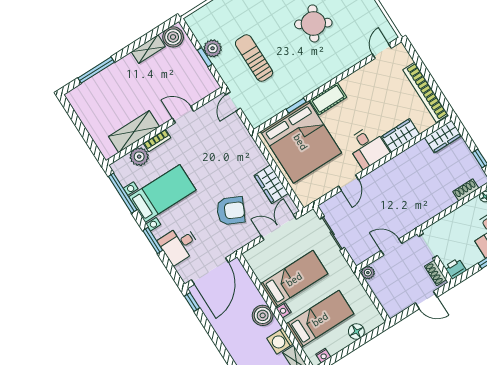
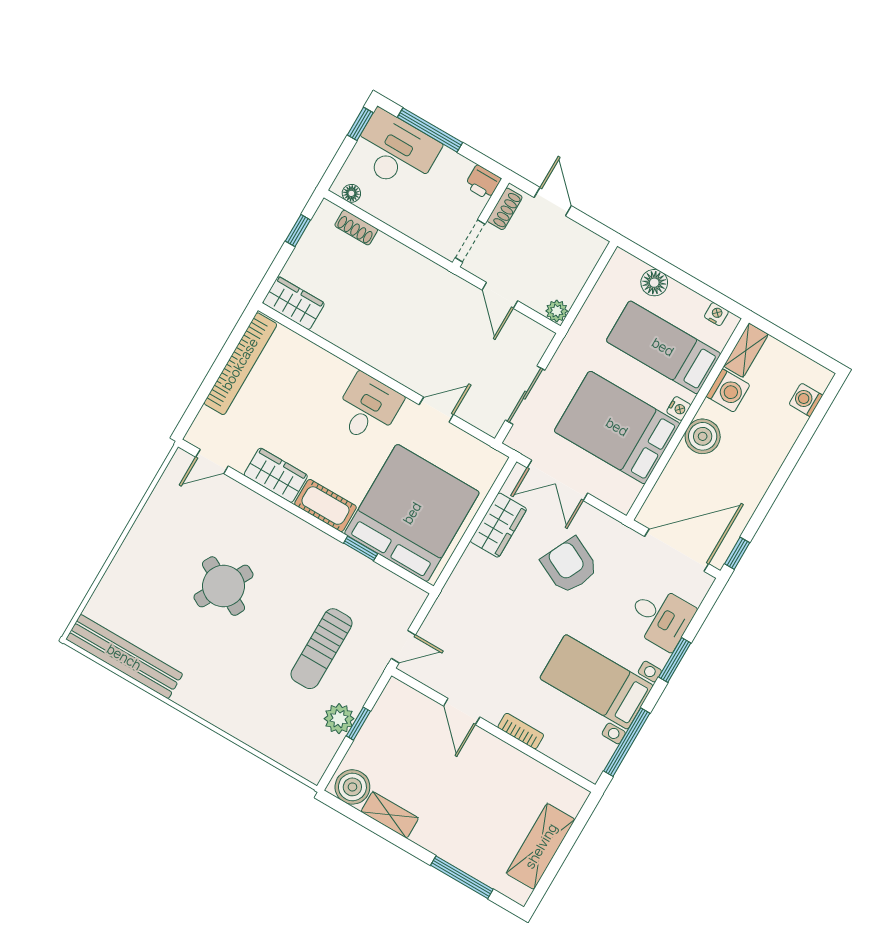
shelving: (134, 132) -> (541, 846), moved, turned 90
wardrobe: (400, 135) -> (276, 475), moved, turned 180
plant: (139, 157) -> (559, 745), removed
bed: (294, 279) -> (617, 427), width x1.50

